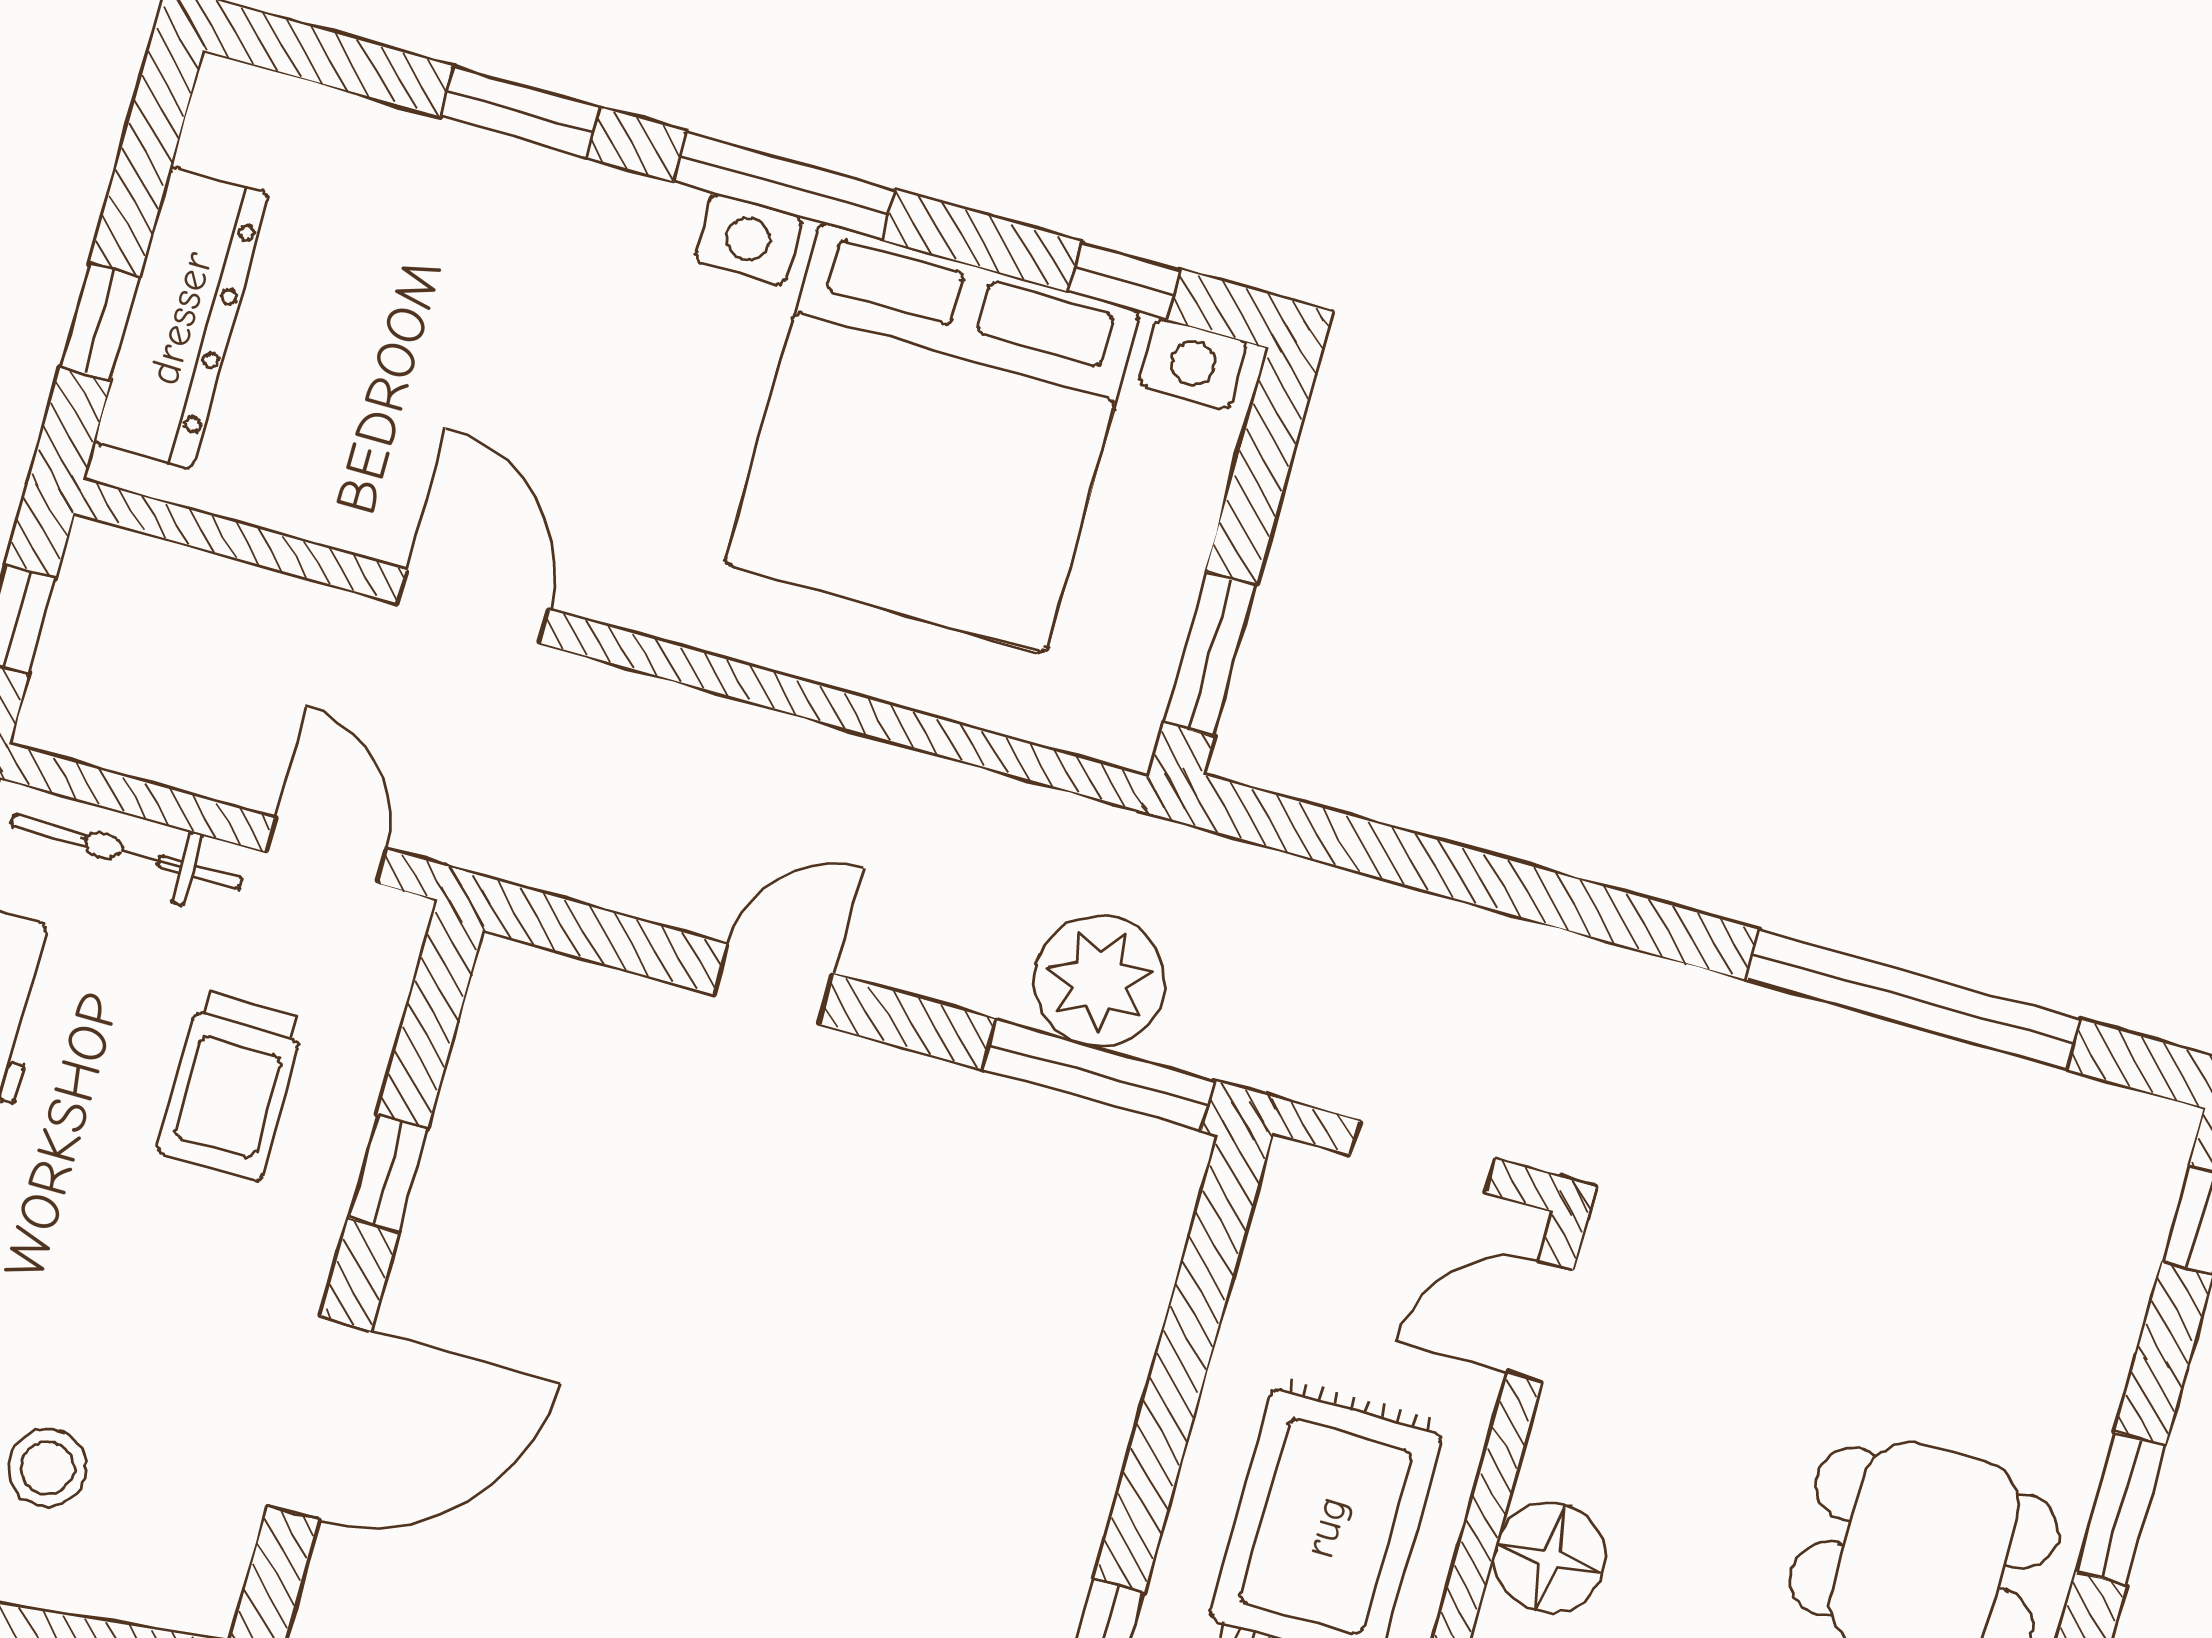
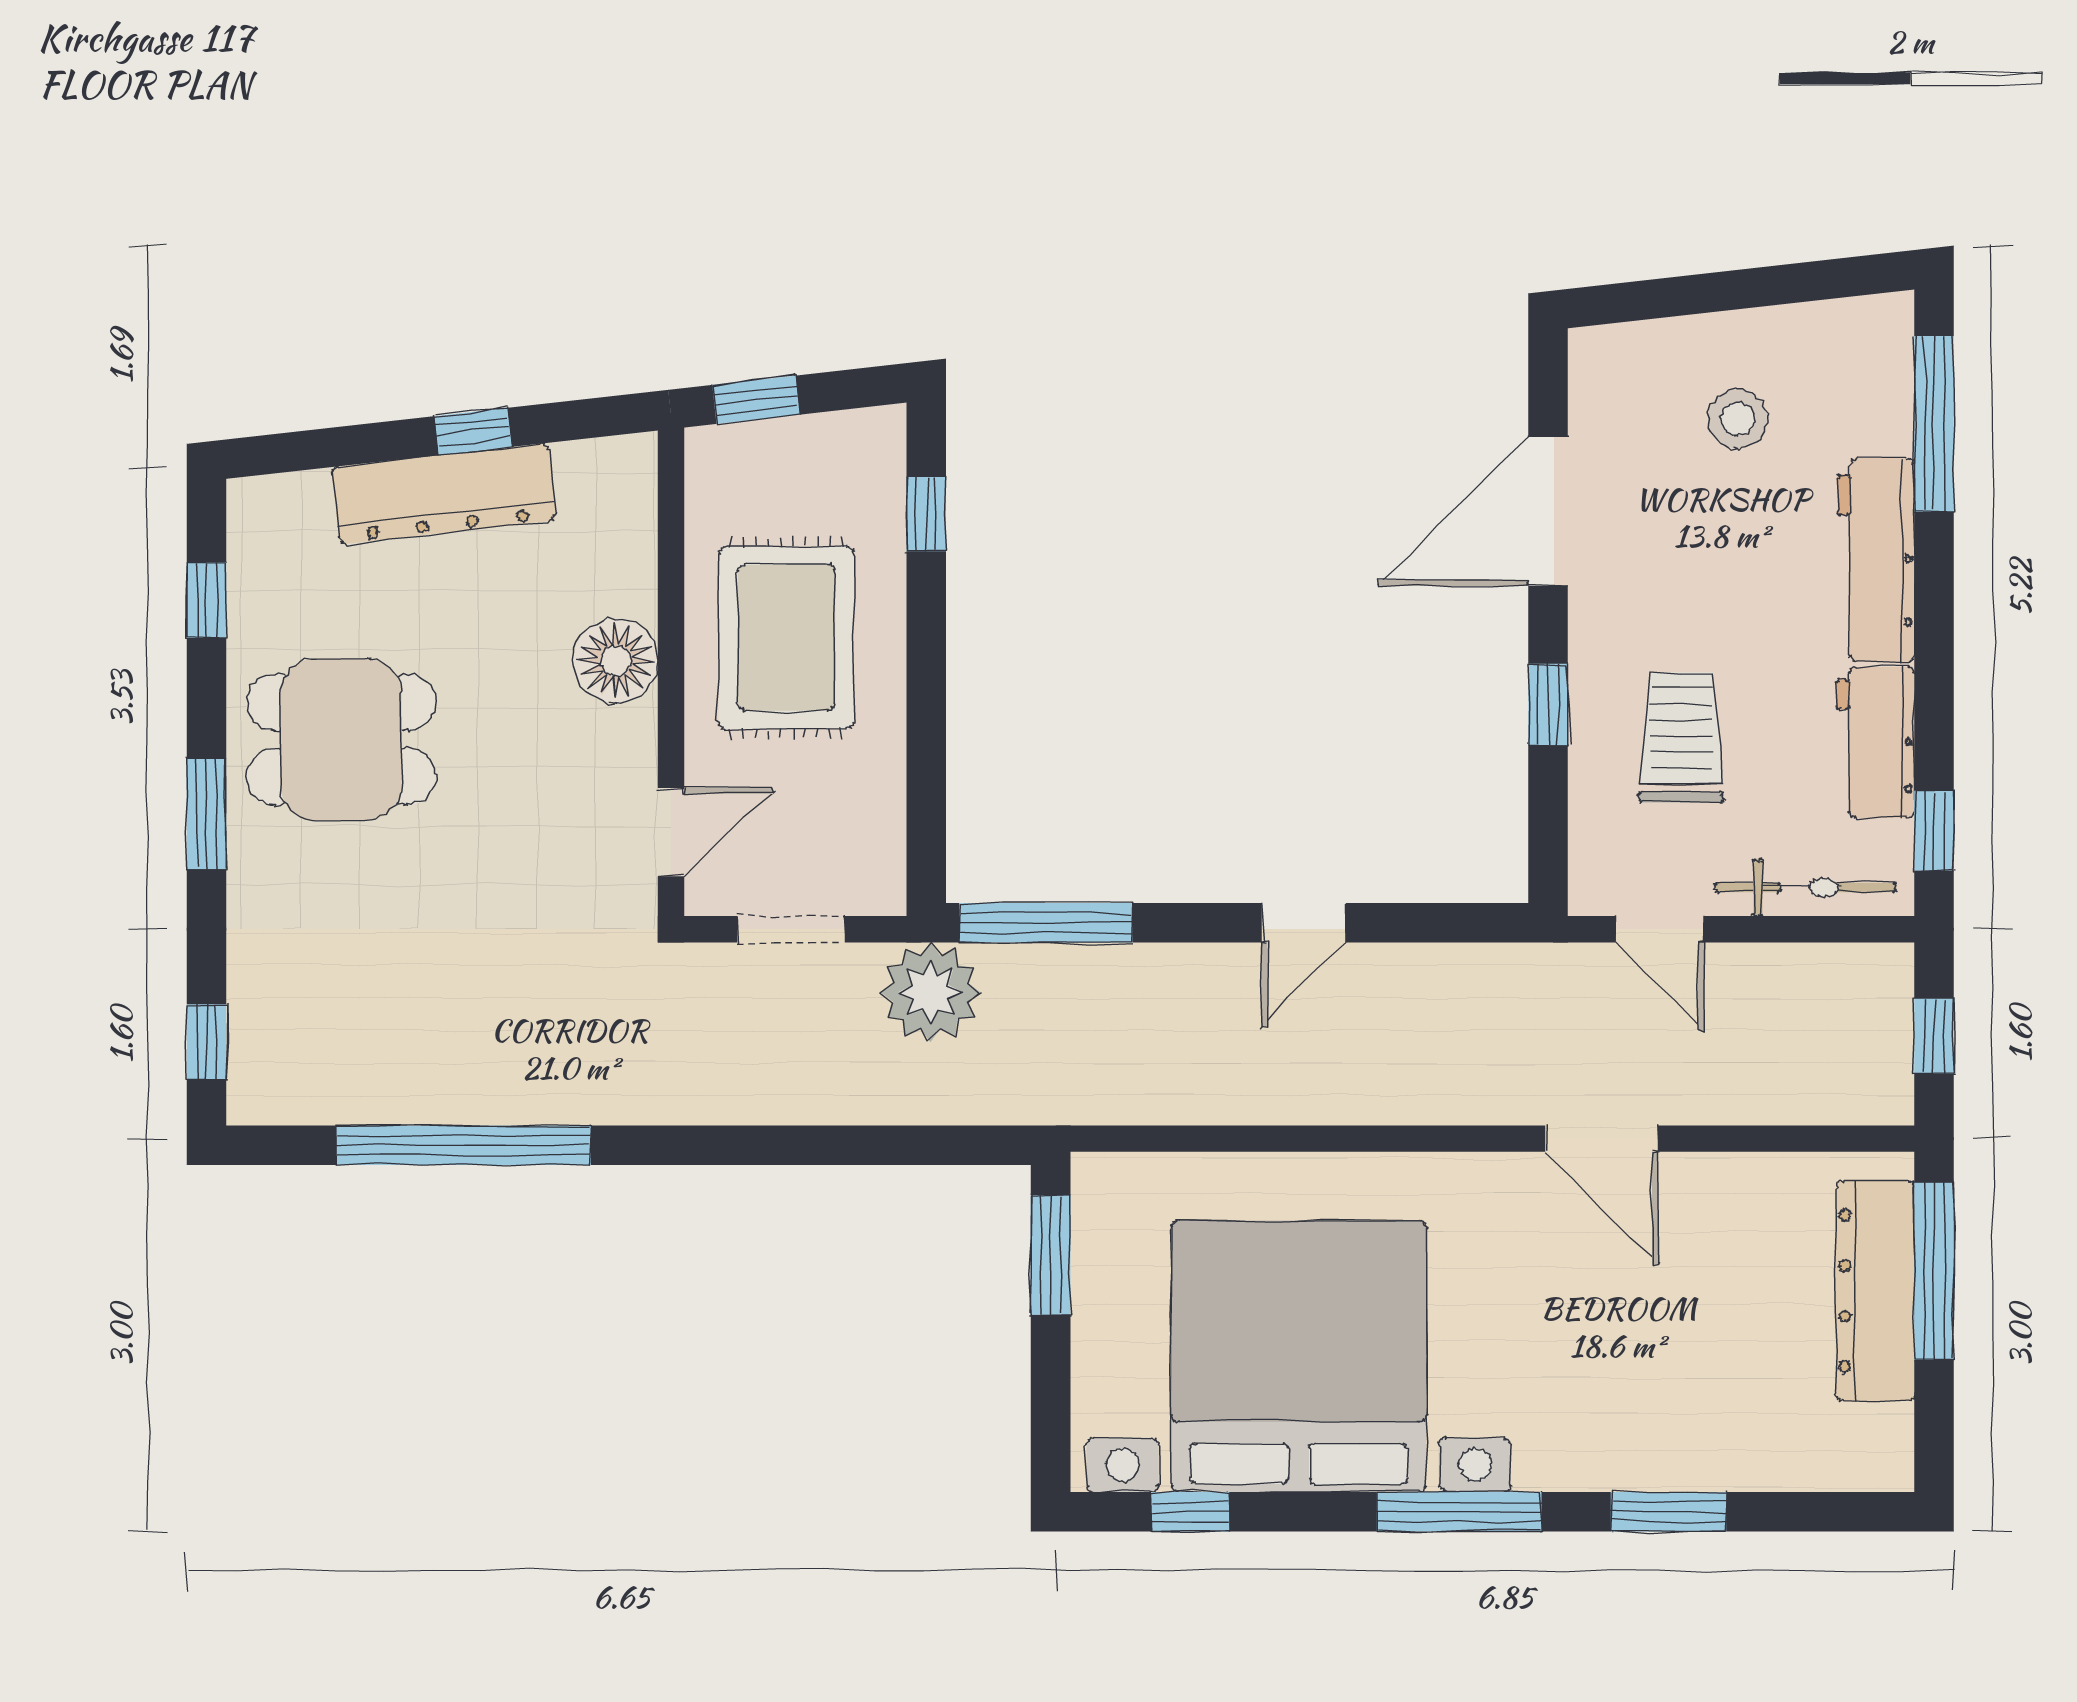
window: (100, 322) -> (1934, 1271), width x2.17
plant: (1100, 981) -> (930, 992), moved

